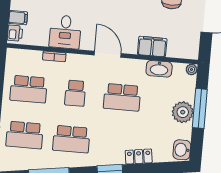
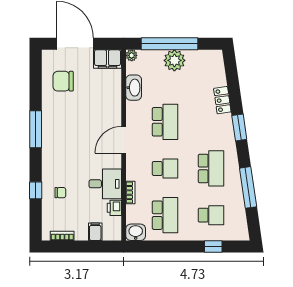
printer: (15, 33) -> (114, 208), moved, turned -90
filing cabinet: (152, 47) -> (108, 59), moved, turned -90
window: (200, 108) -> (169, 44), width x1.46
school desk: (25, 135) -> (211, 215), width x0.54
washbasin: (182, 150) -> (136, 232), moved, turned 180

